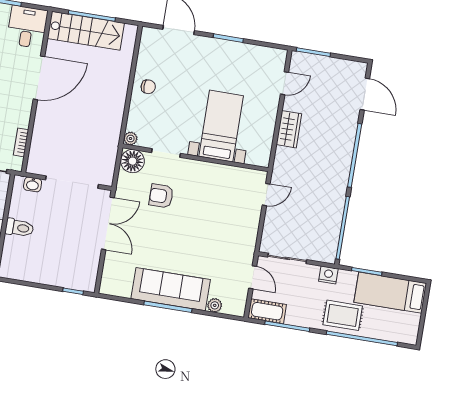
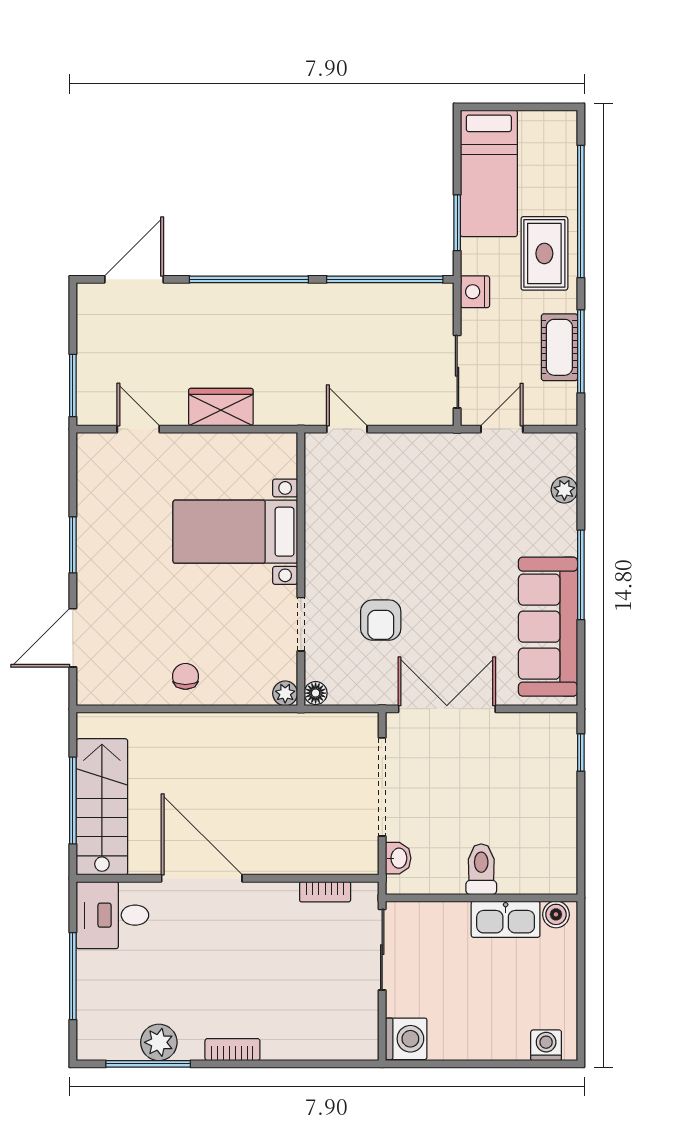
floor lamp: (132, 161) -> (316, 693), width x0.53, depth x0.53
sofa: (171, 289) -> (548, 627), moved
cot: (267, 311) -> (559, 347), moved

